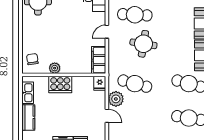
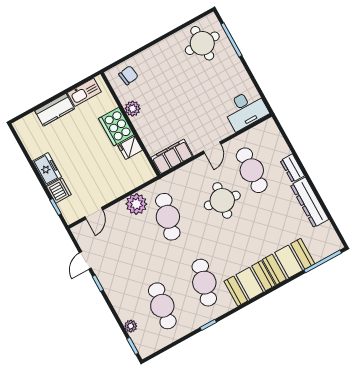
door: (107, 32) -> (212, 148), swing flipped
fridge: (100, 83) -> (130, 148), moved
door: (107, 116) -> (94, 213), moved

